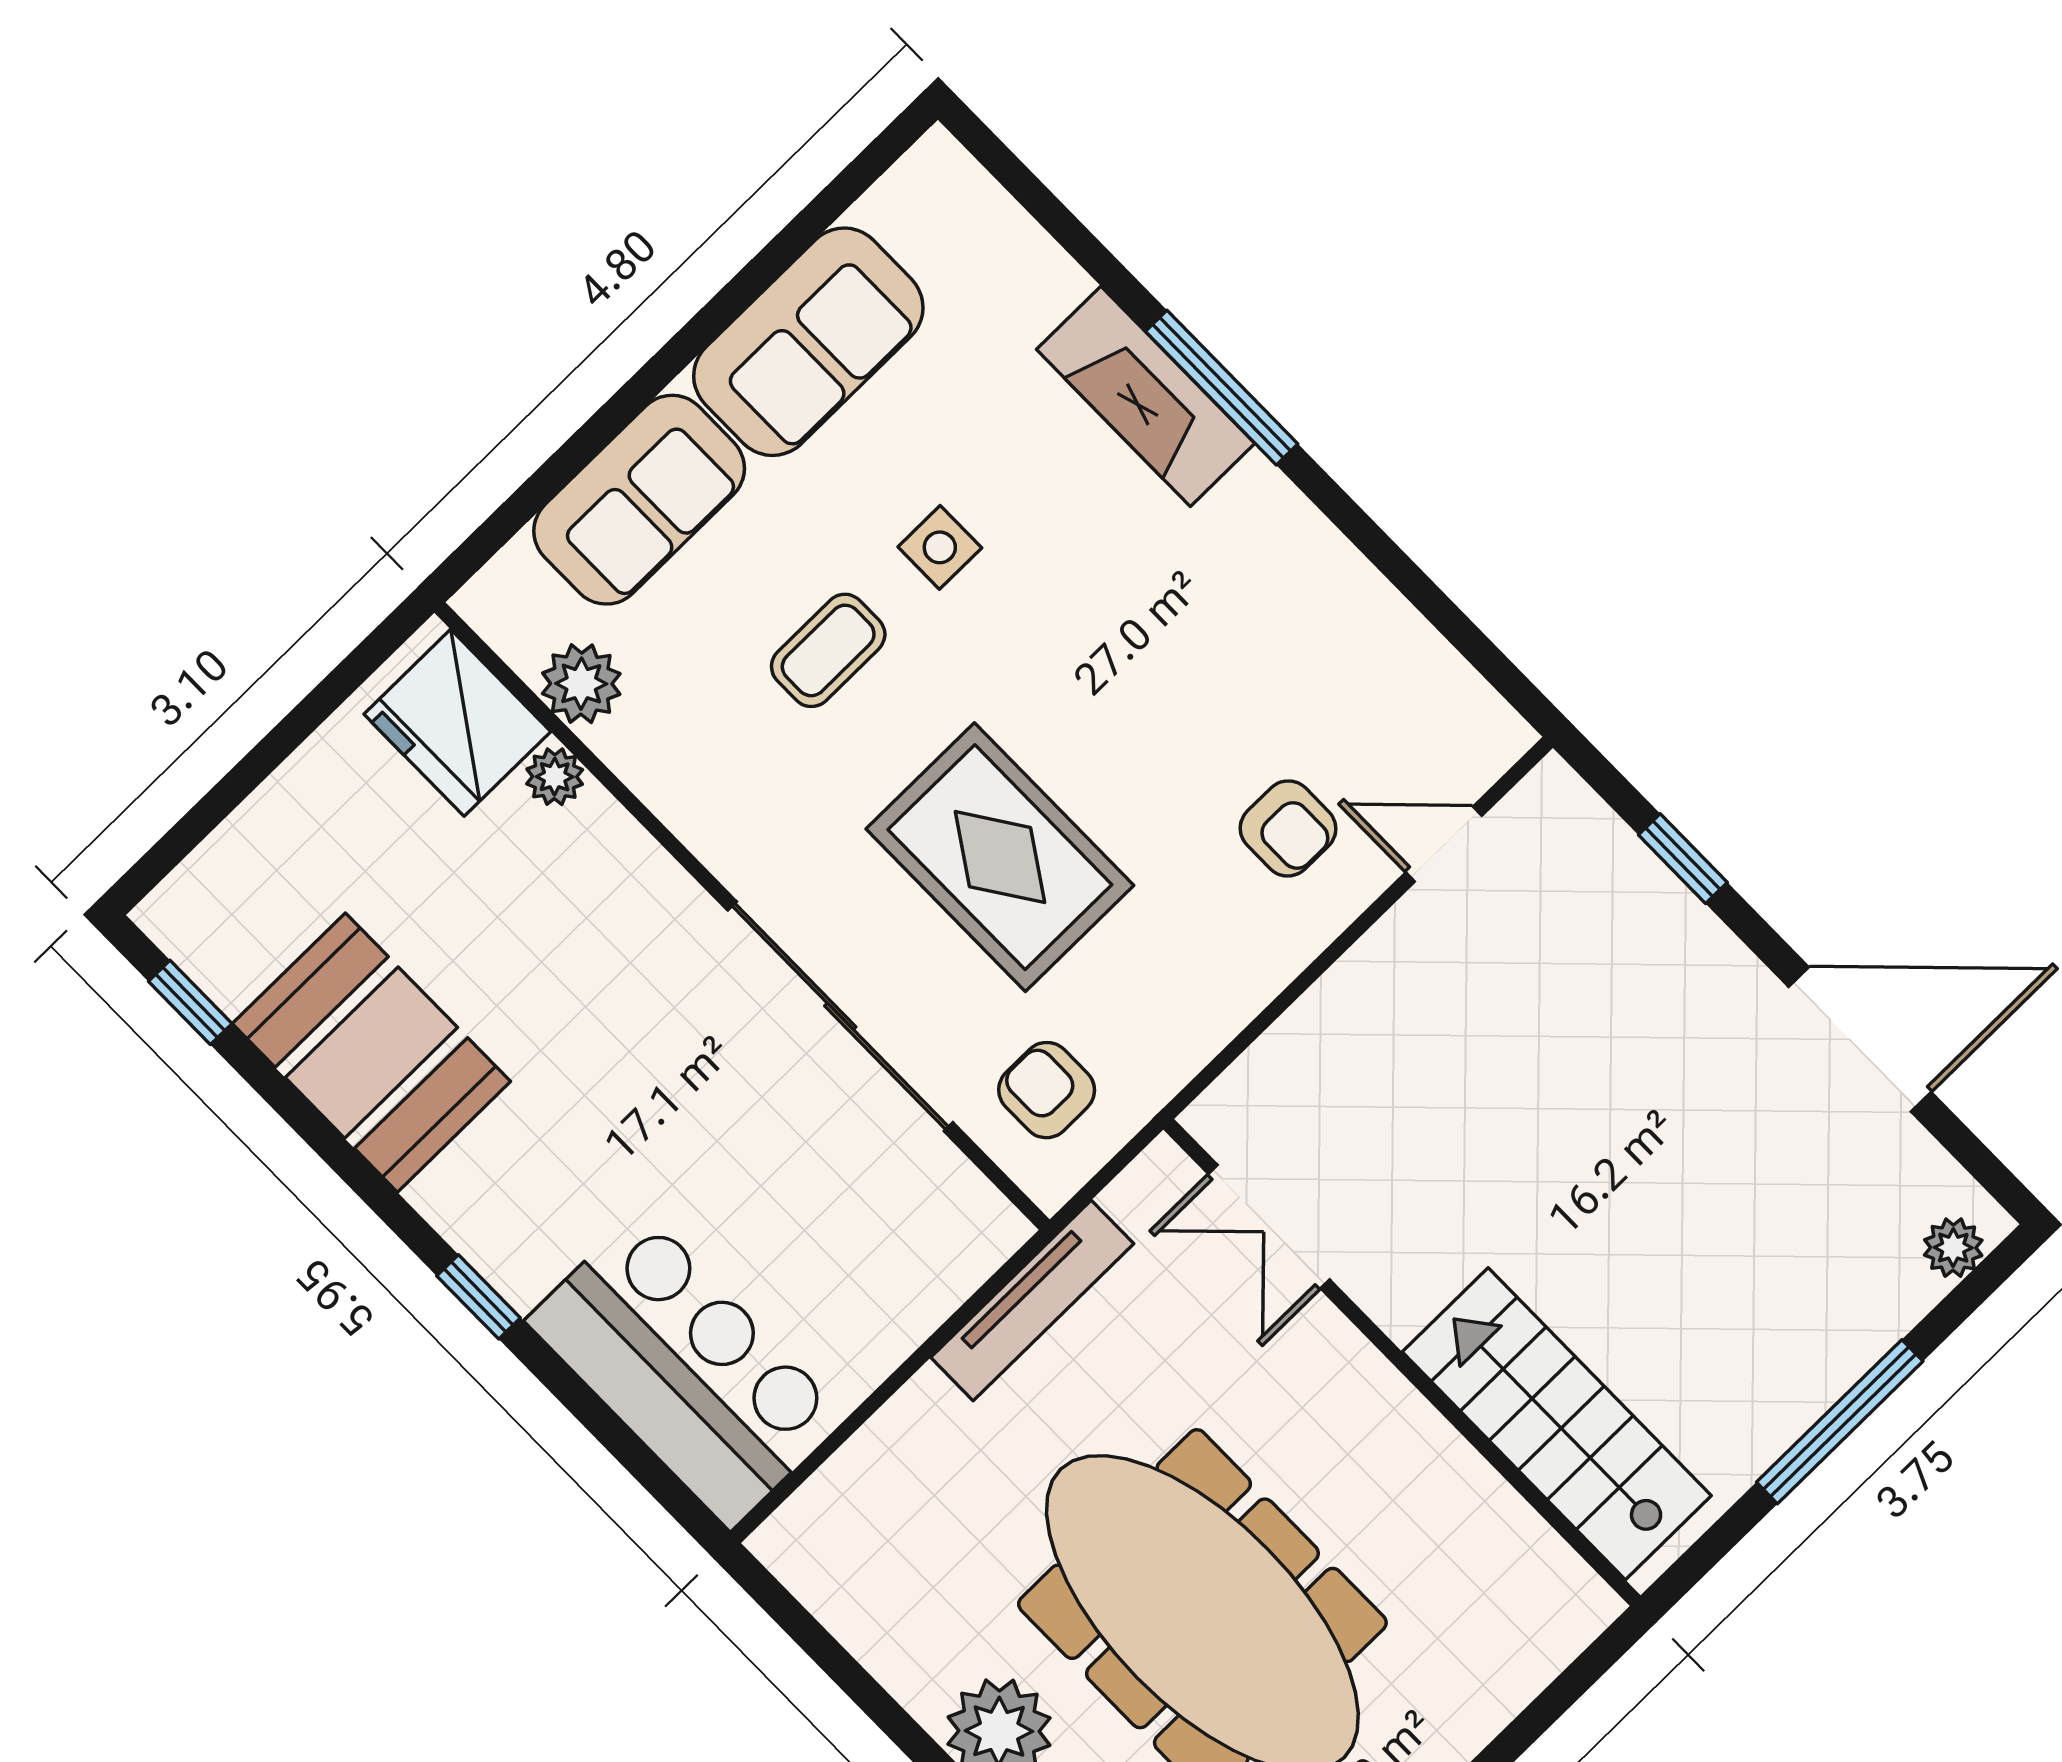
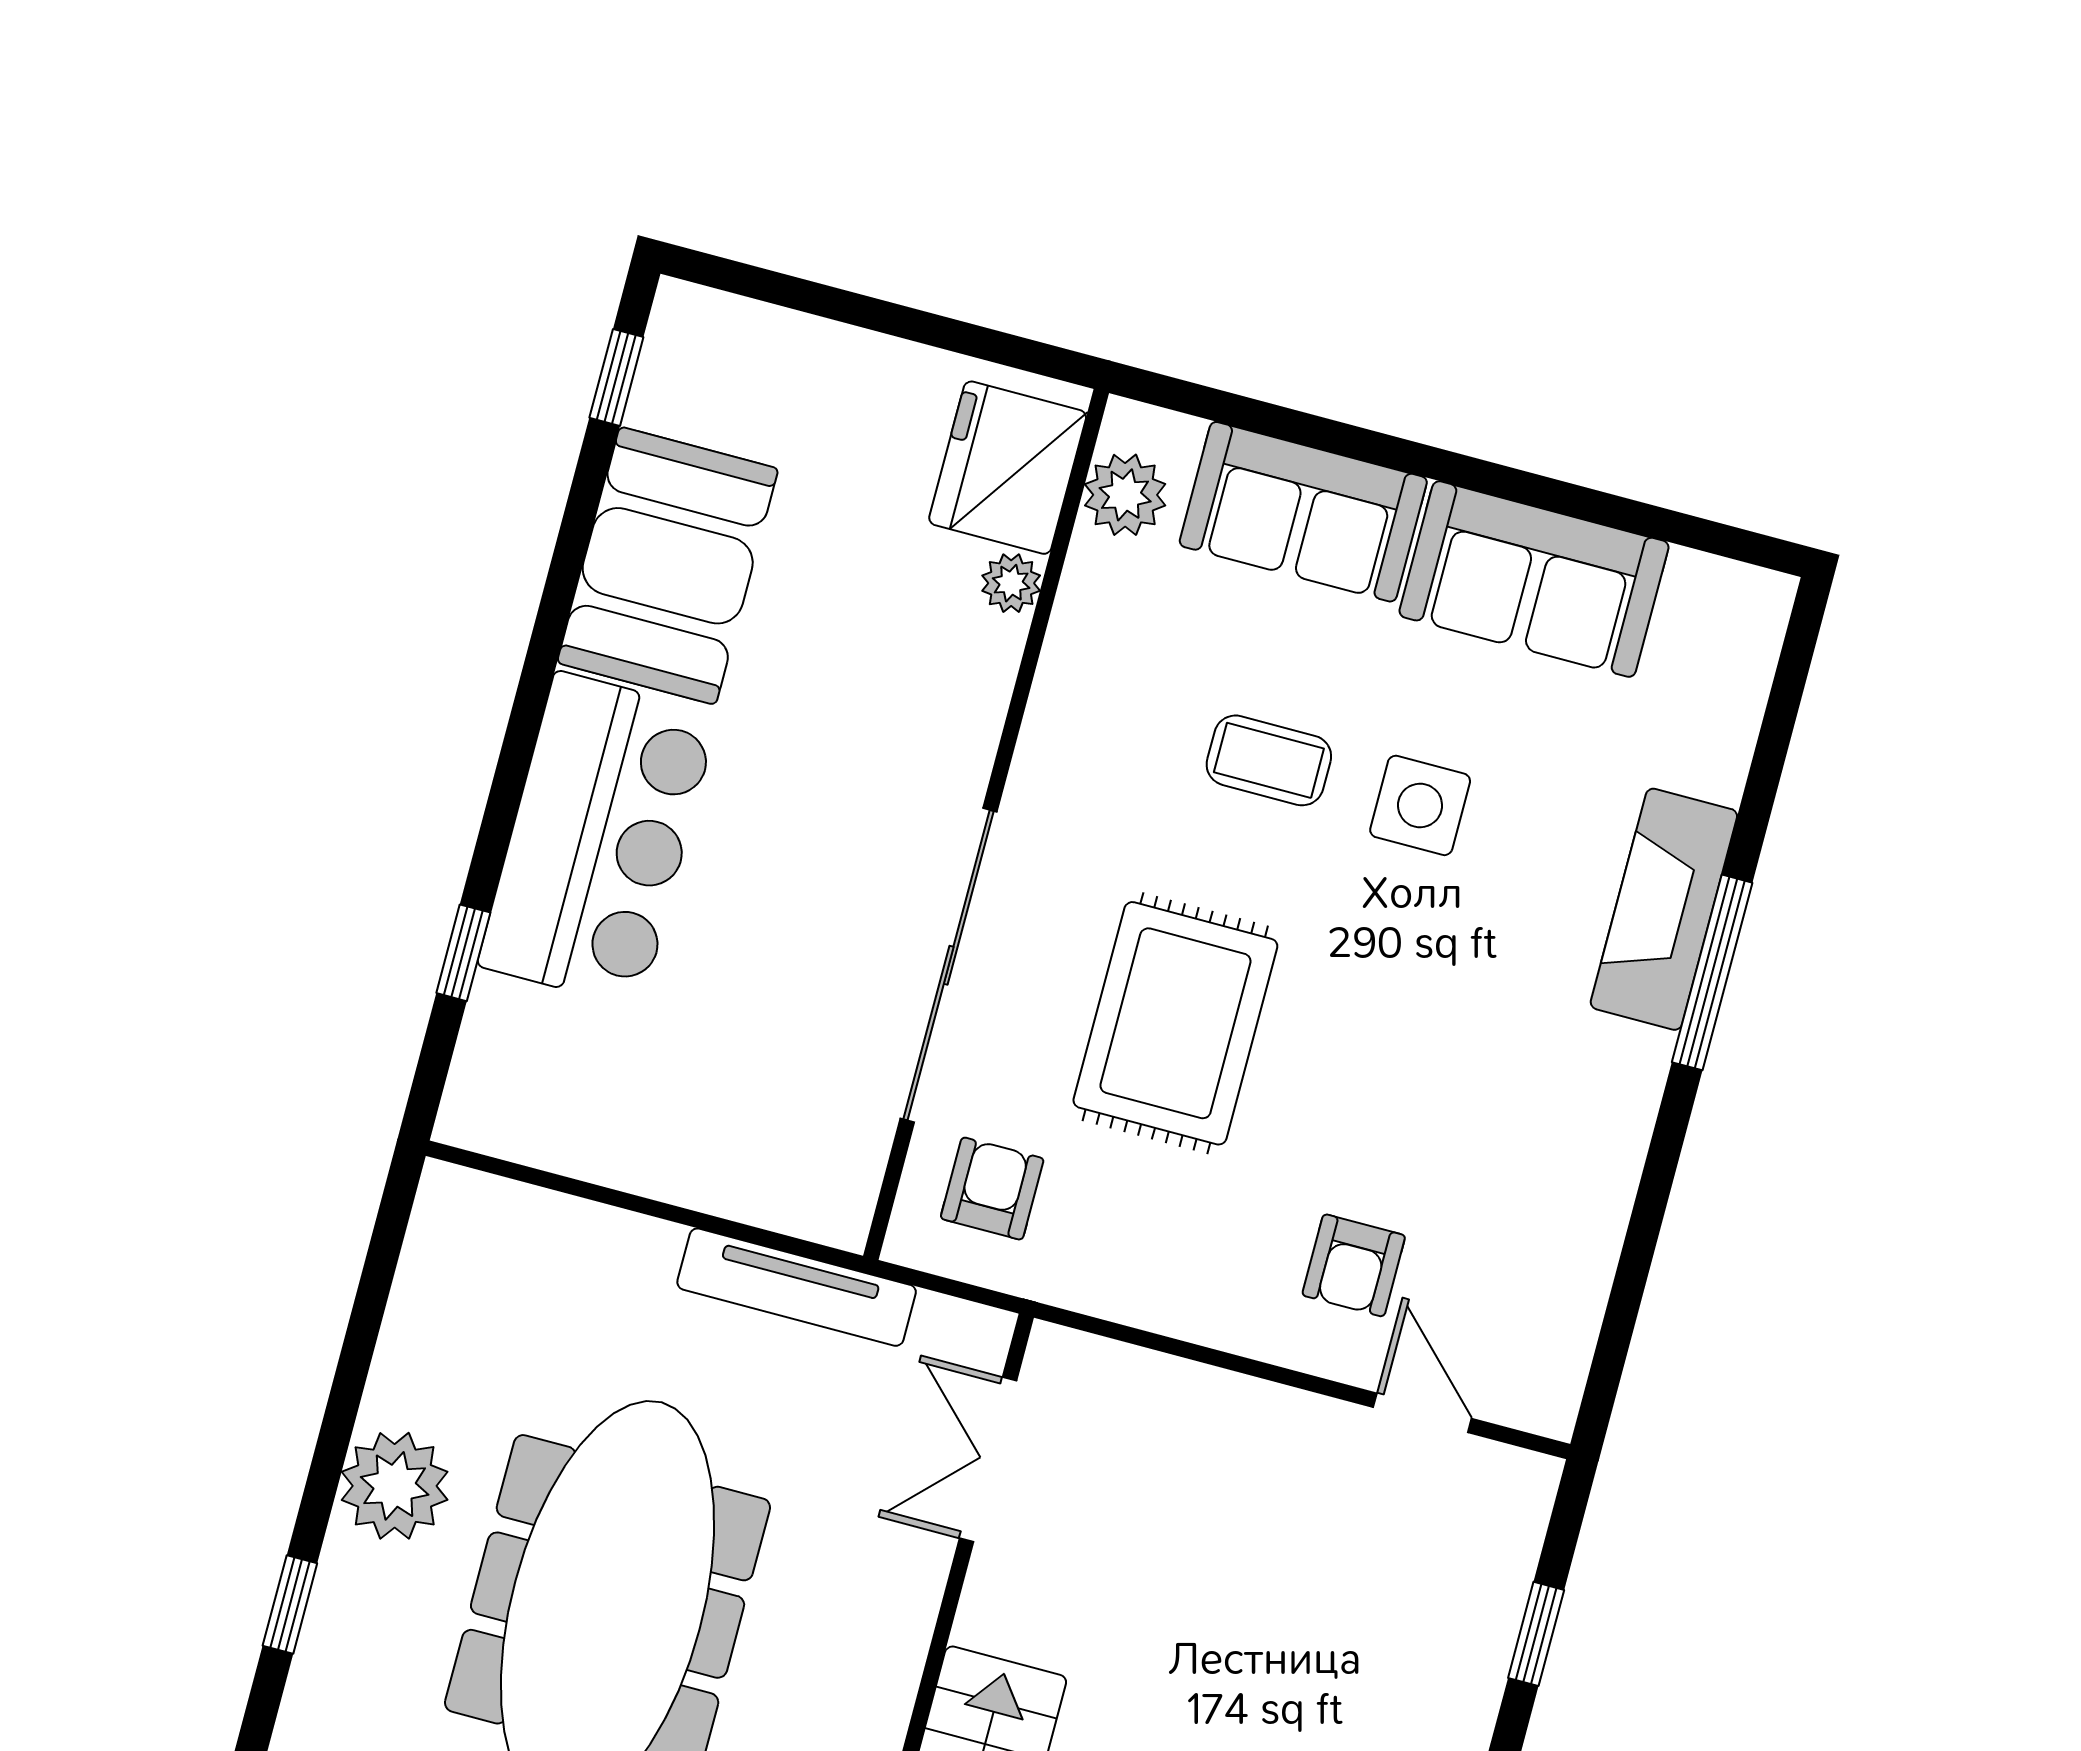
side table: (940, 547) -> (1420, 805), width x1.37, depth x1.37
plant: (581, 684) -> (1125, 495), moved
window: (479, 1297) -> (463, 953), moved
bar counter: (686, 1369) -> (598, 840), moved

